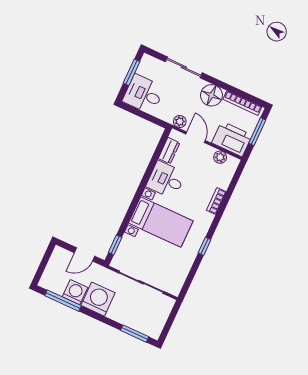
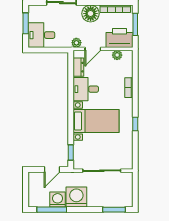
door: (196, 137) -> (93, 49), swing flipped

